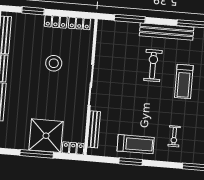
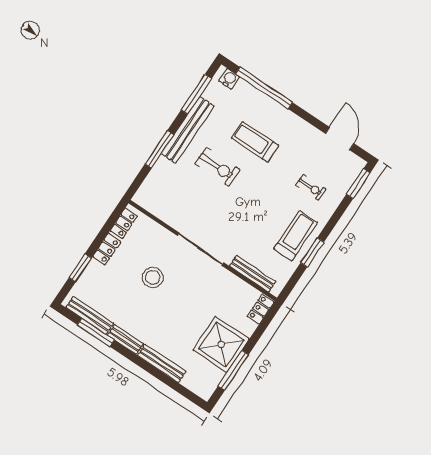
window: (130, 19) -> (159, 149), moved
exercise bike: (153, 66) -> (218, 167), turned 180
treadmill: (184, 81) -> (255, 142), turned 180
shower: (46, 136) -> (221, 344), moved
window: (37, 154) -> (233, 370), moved

